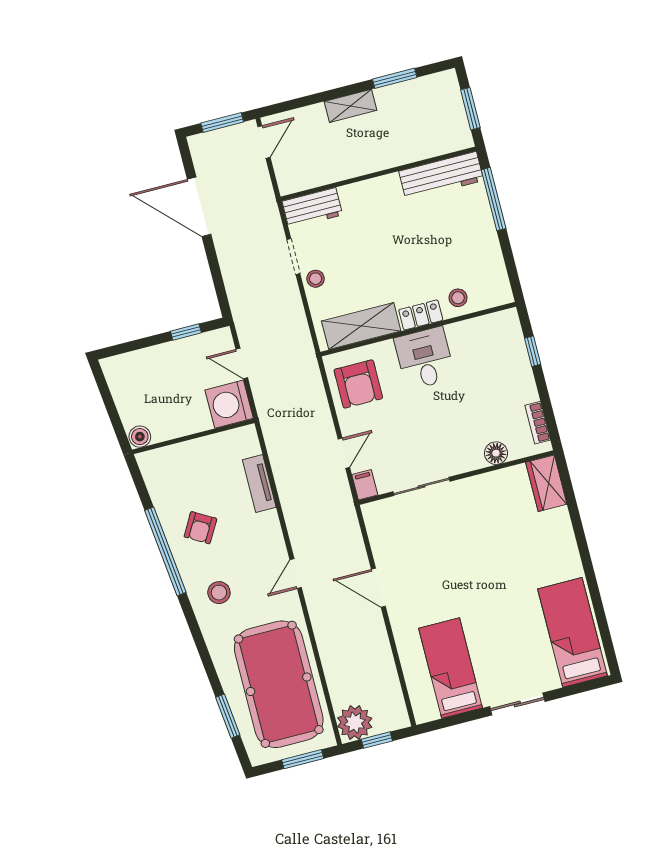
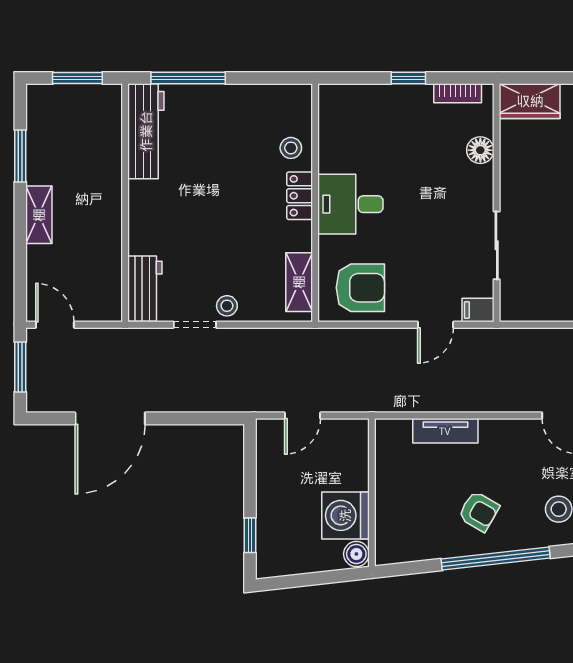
shelving: (361, 326) -> (299, 282), width x0.67, depth x0.75
window: (186, 332) -> (250, 535), moved
window: (533, 351) -> (408, 78), moved
washing machine: (229, 404) -> (345, 515), moved, turned 90
door: (344, 453) -> (436, 325), swing flipped

